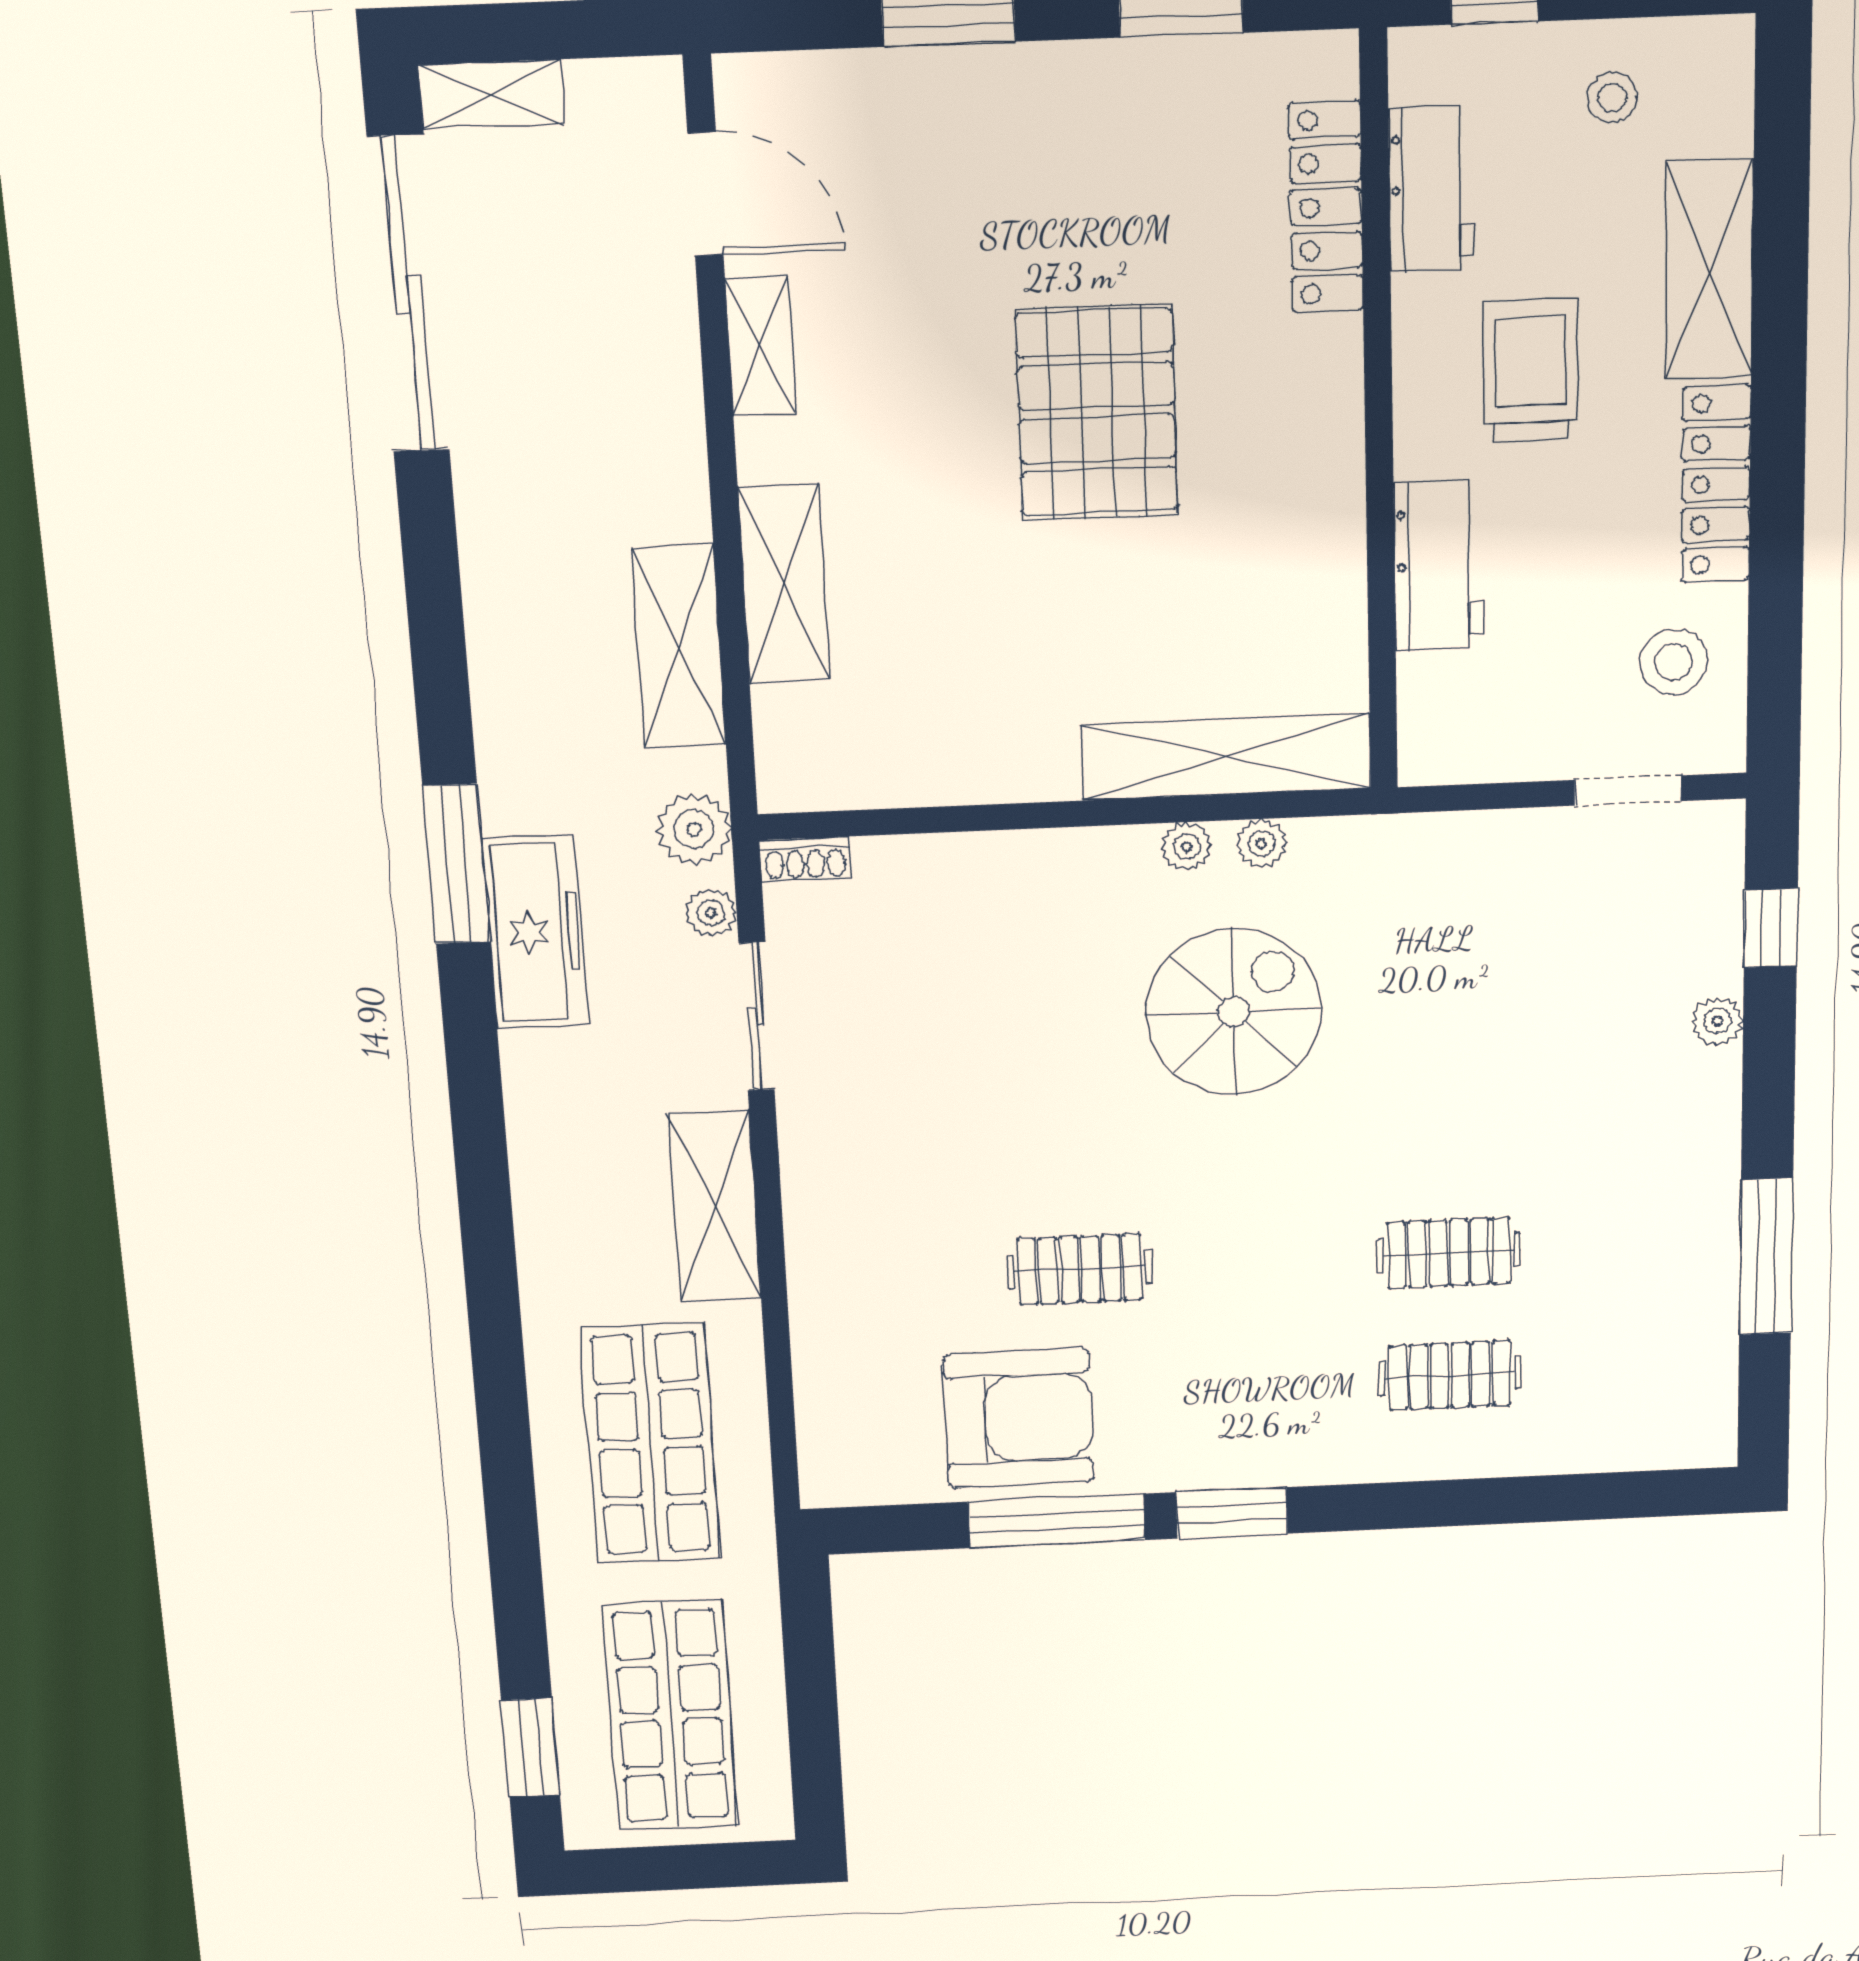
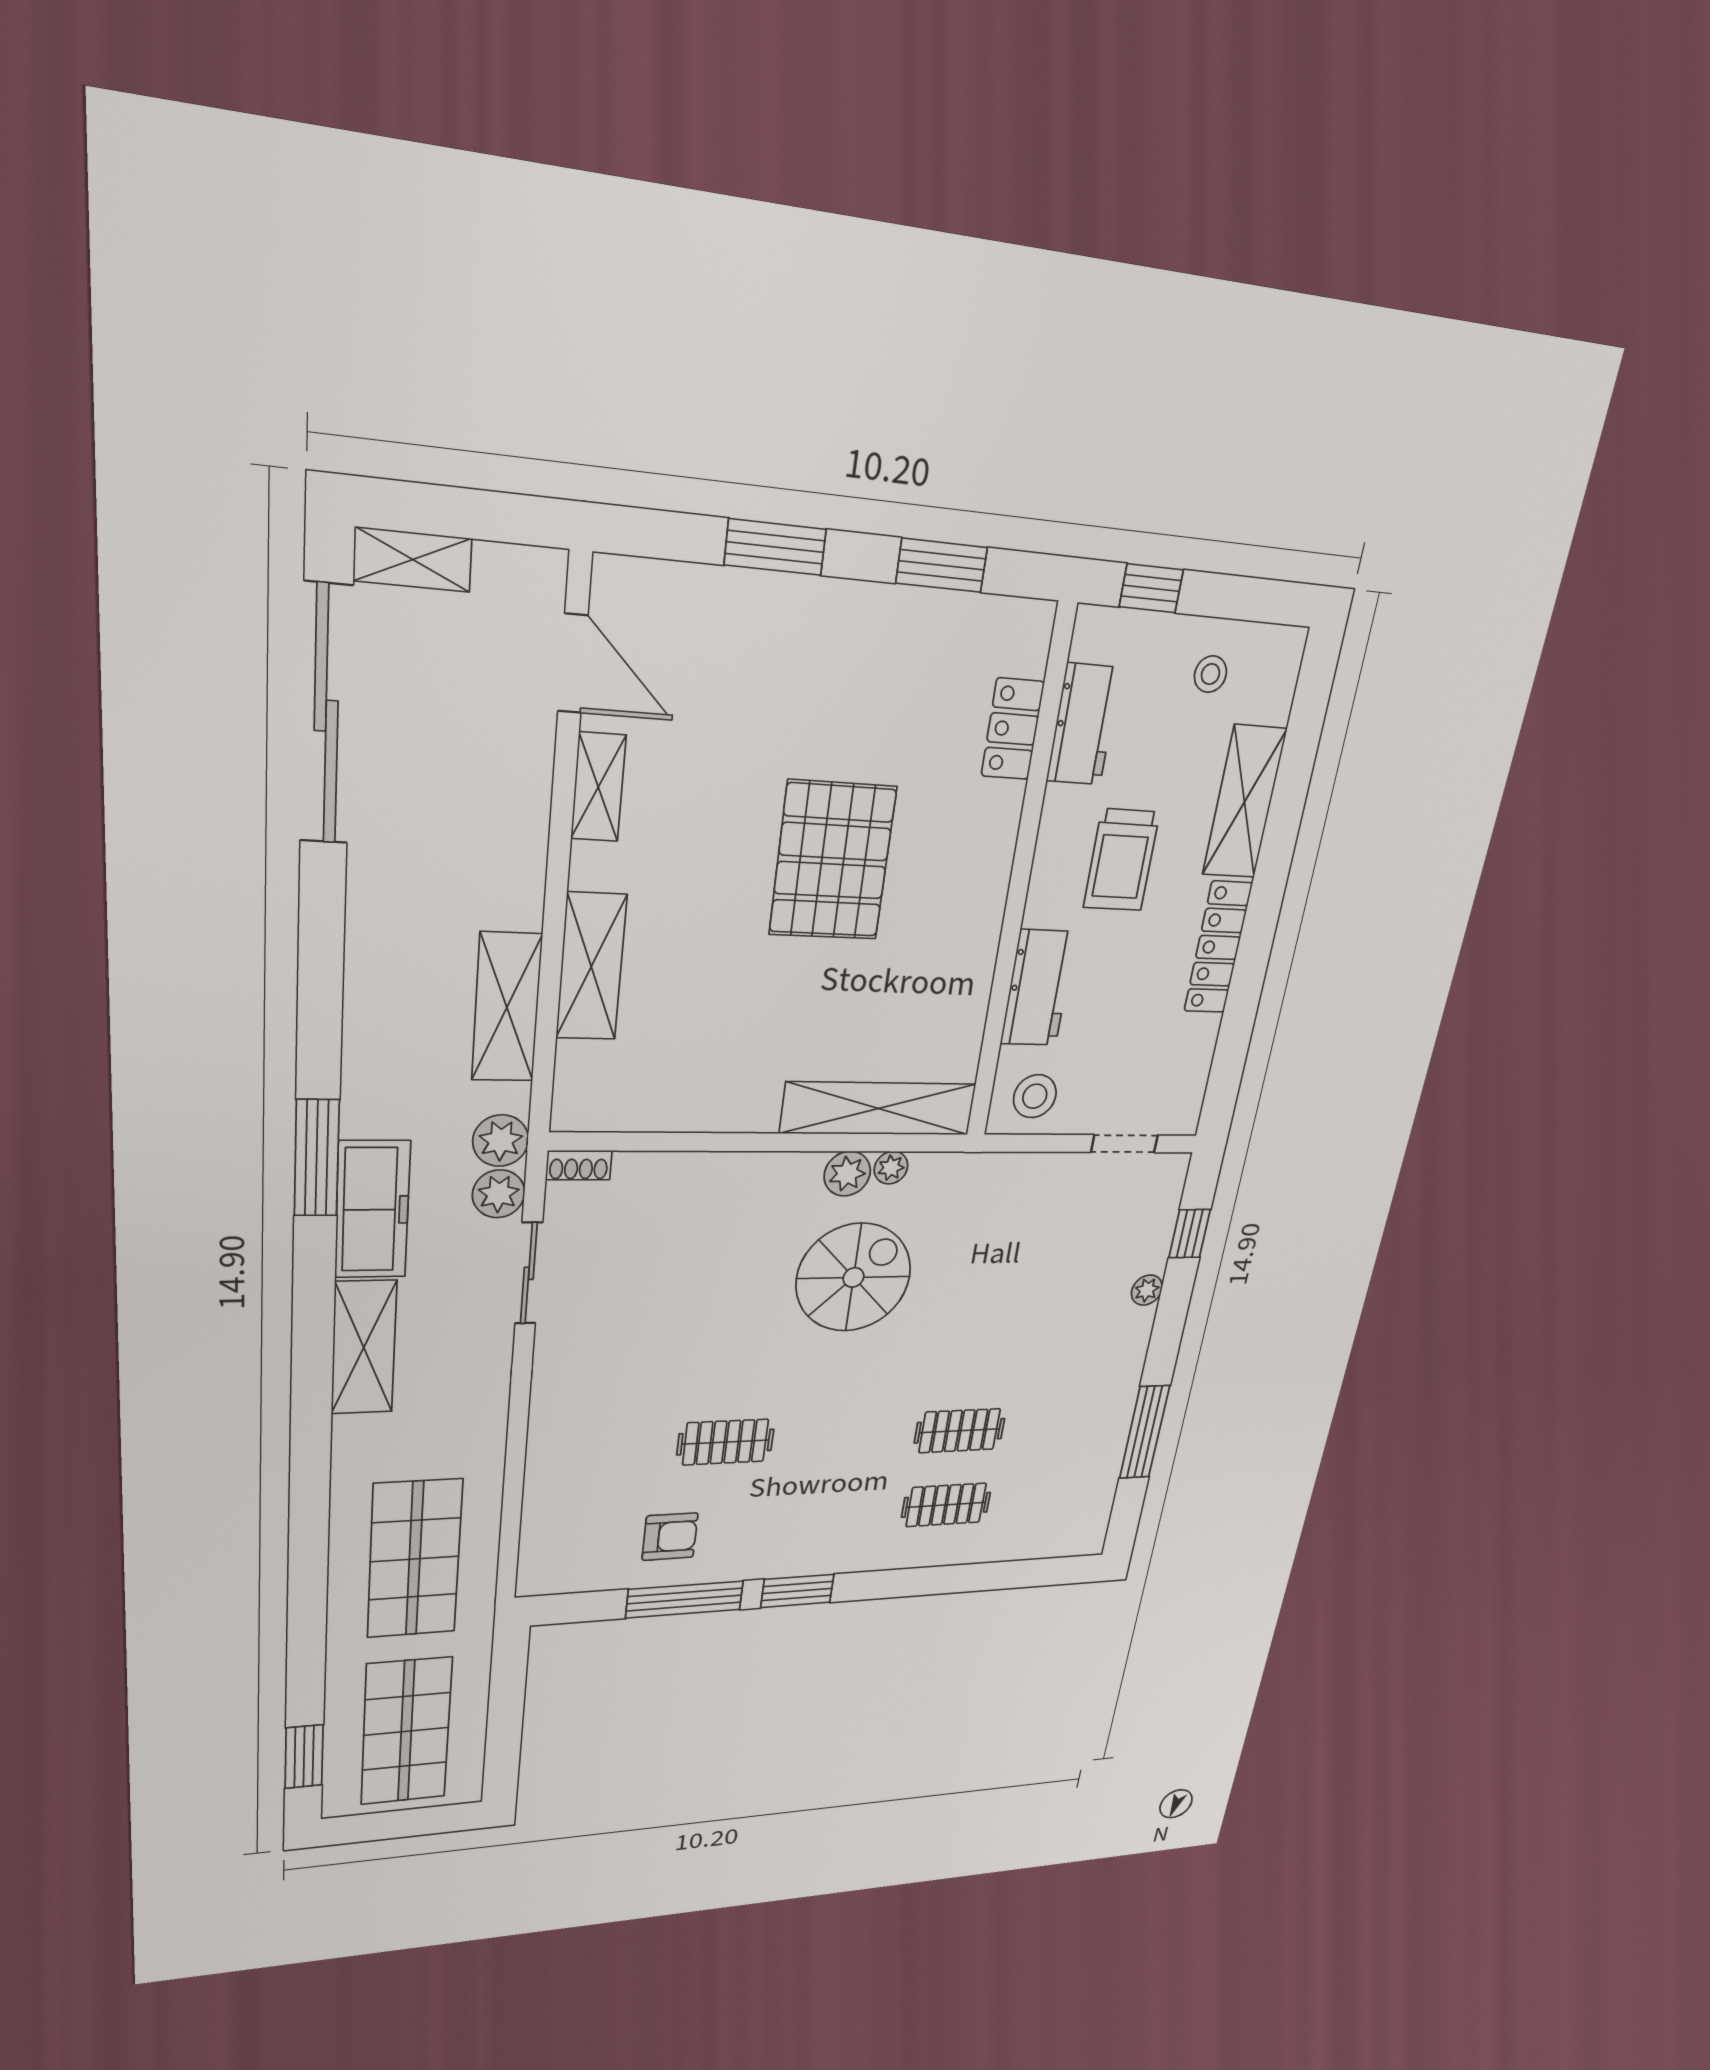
locker: (1326, 207) -> (1013, 729), width x0.66
trolley: (1531, 371) -> (1121, 860), turned 180
stool: (1674, 662) -> (1035, 1096), moved
plant: (1186, 846) -> (847, 1174), width x1.38, depth x1.38
plant: (711, 913) -> (499, 1194), width x1.38, depth x1.38
shelving: (715, 1206) -> (364, 1348), moved
armchair: (1018, 1418) -> (670, 1537), width x0.53, depth x0.53

